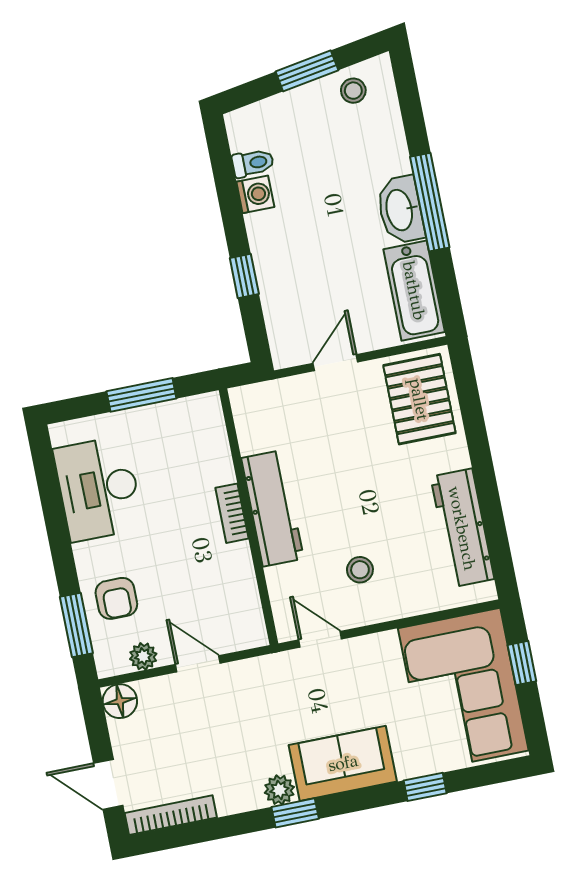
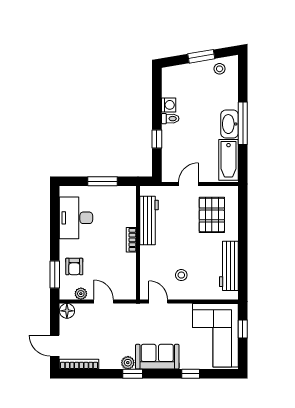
toilet: (253, 163) -> (170, 119), moved
pallet: (419, 399) -> (212, 215), moved
workbench: (272, 508) -> (149, 221), moved

